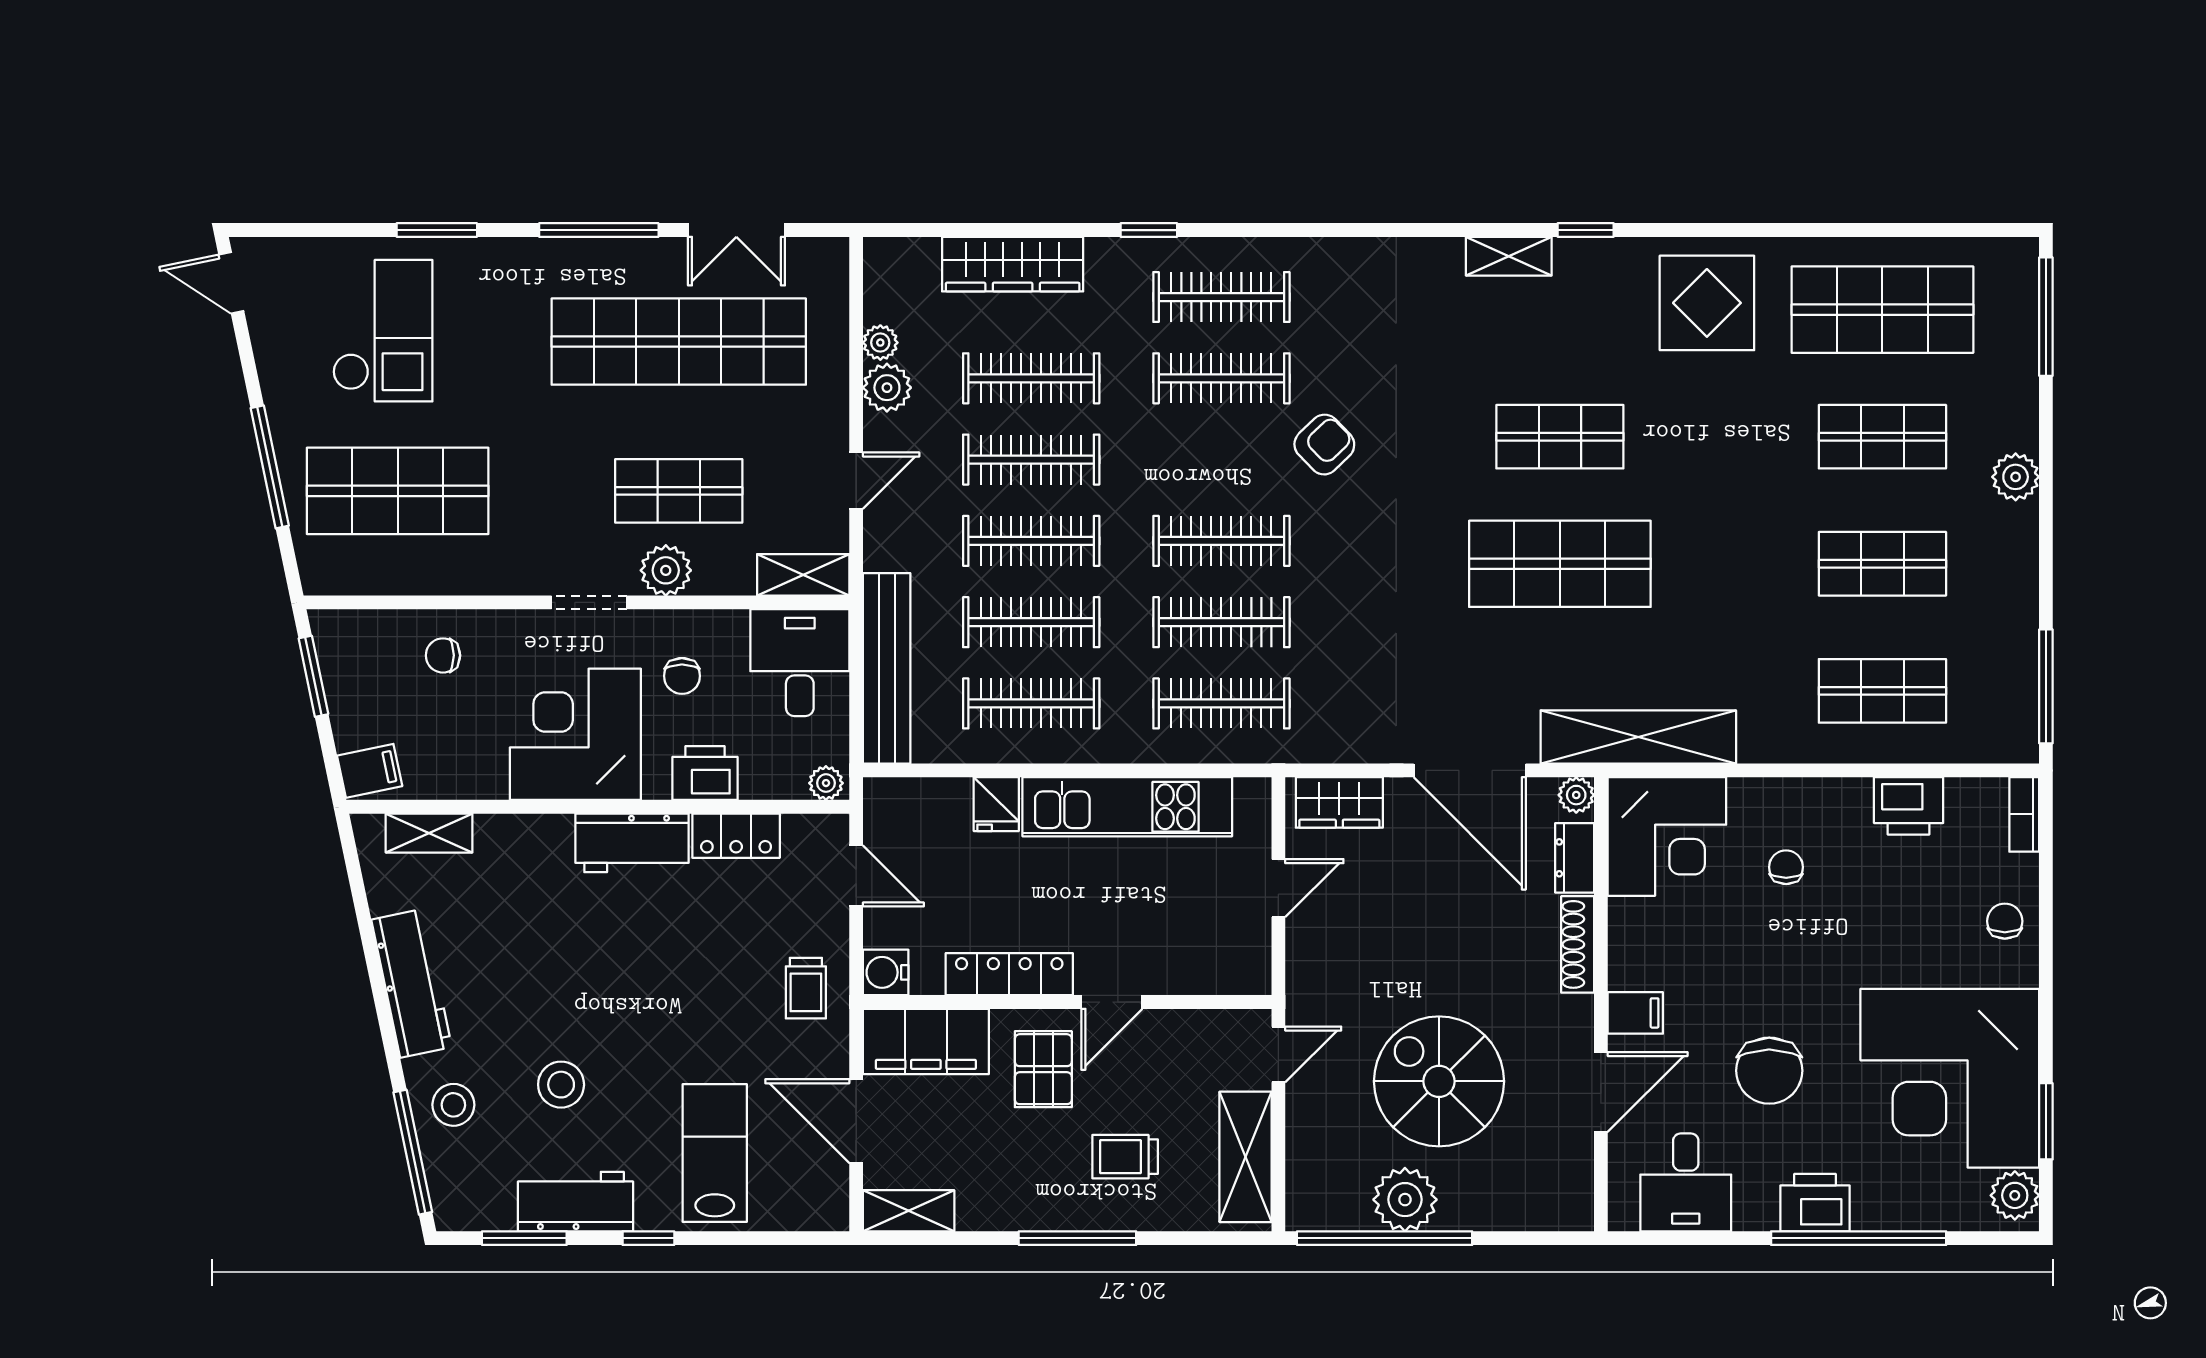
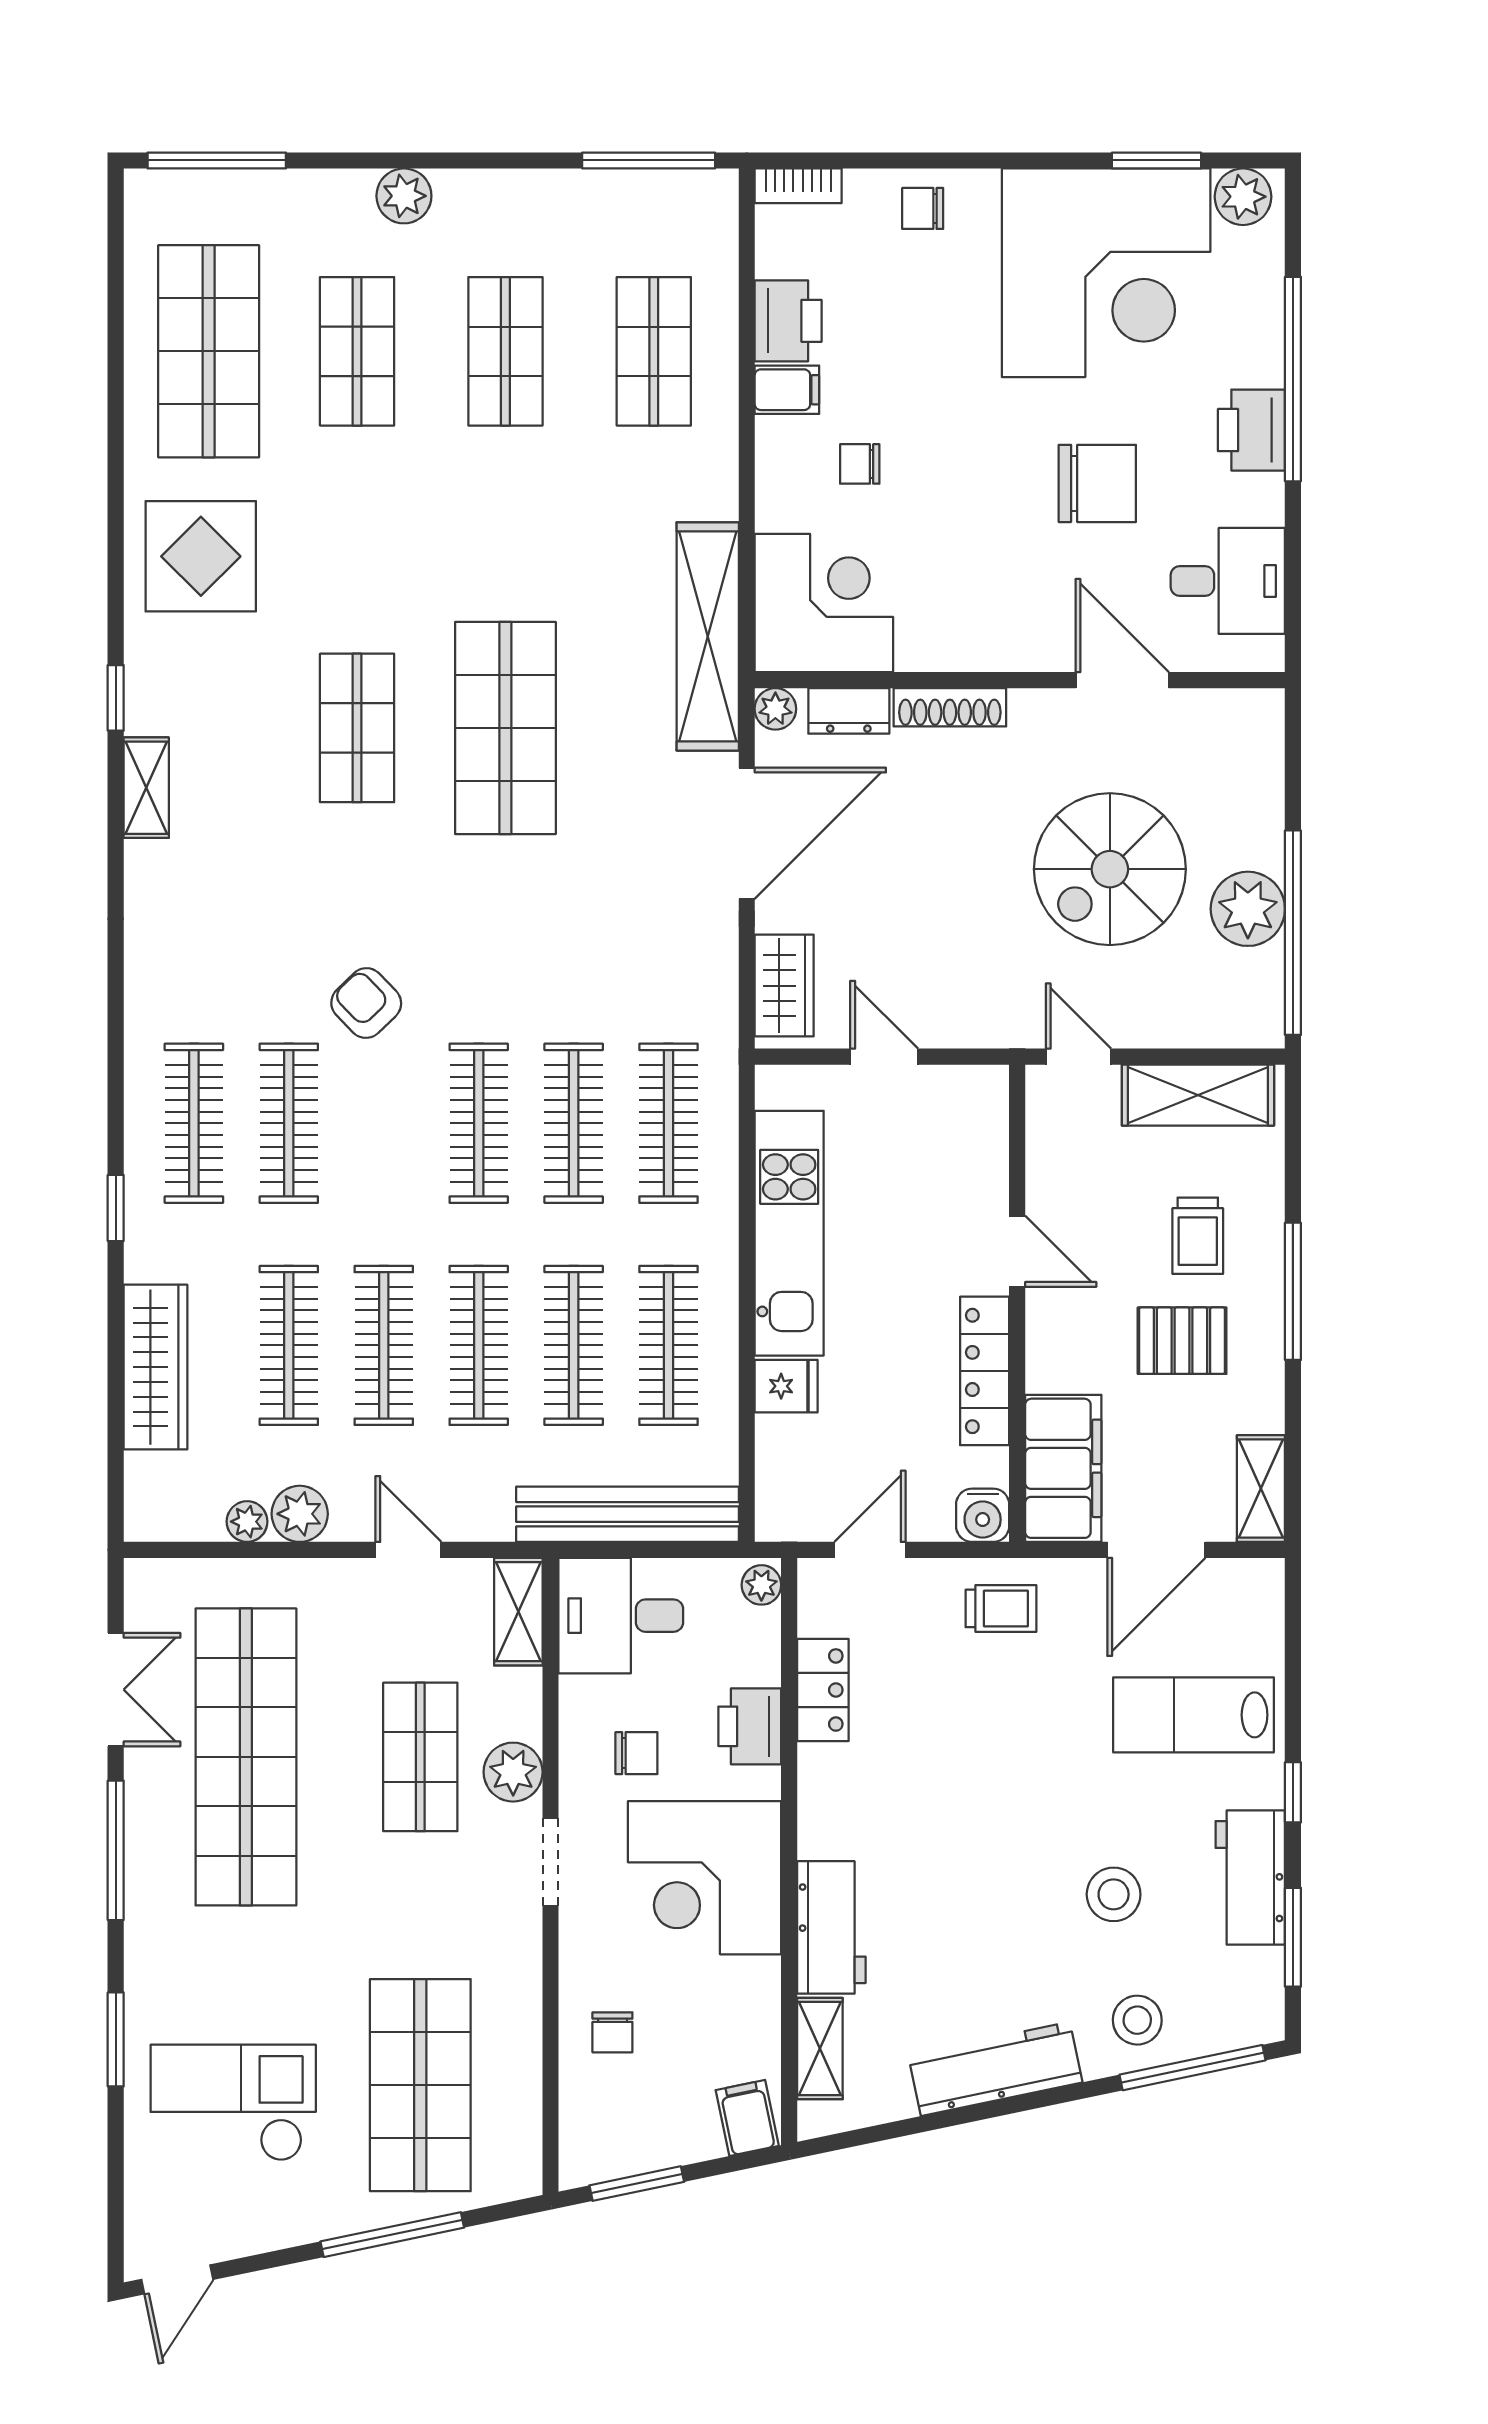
workbench: (632, 843) -> (831, 1927), moved
filing cabinet: (1635, 1013) -> (787, 390), moved, turned 90
pallet: (1043, 1069) -> (1182, 1341), moved

